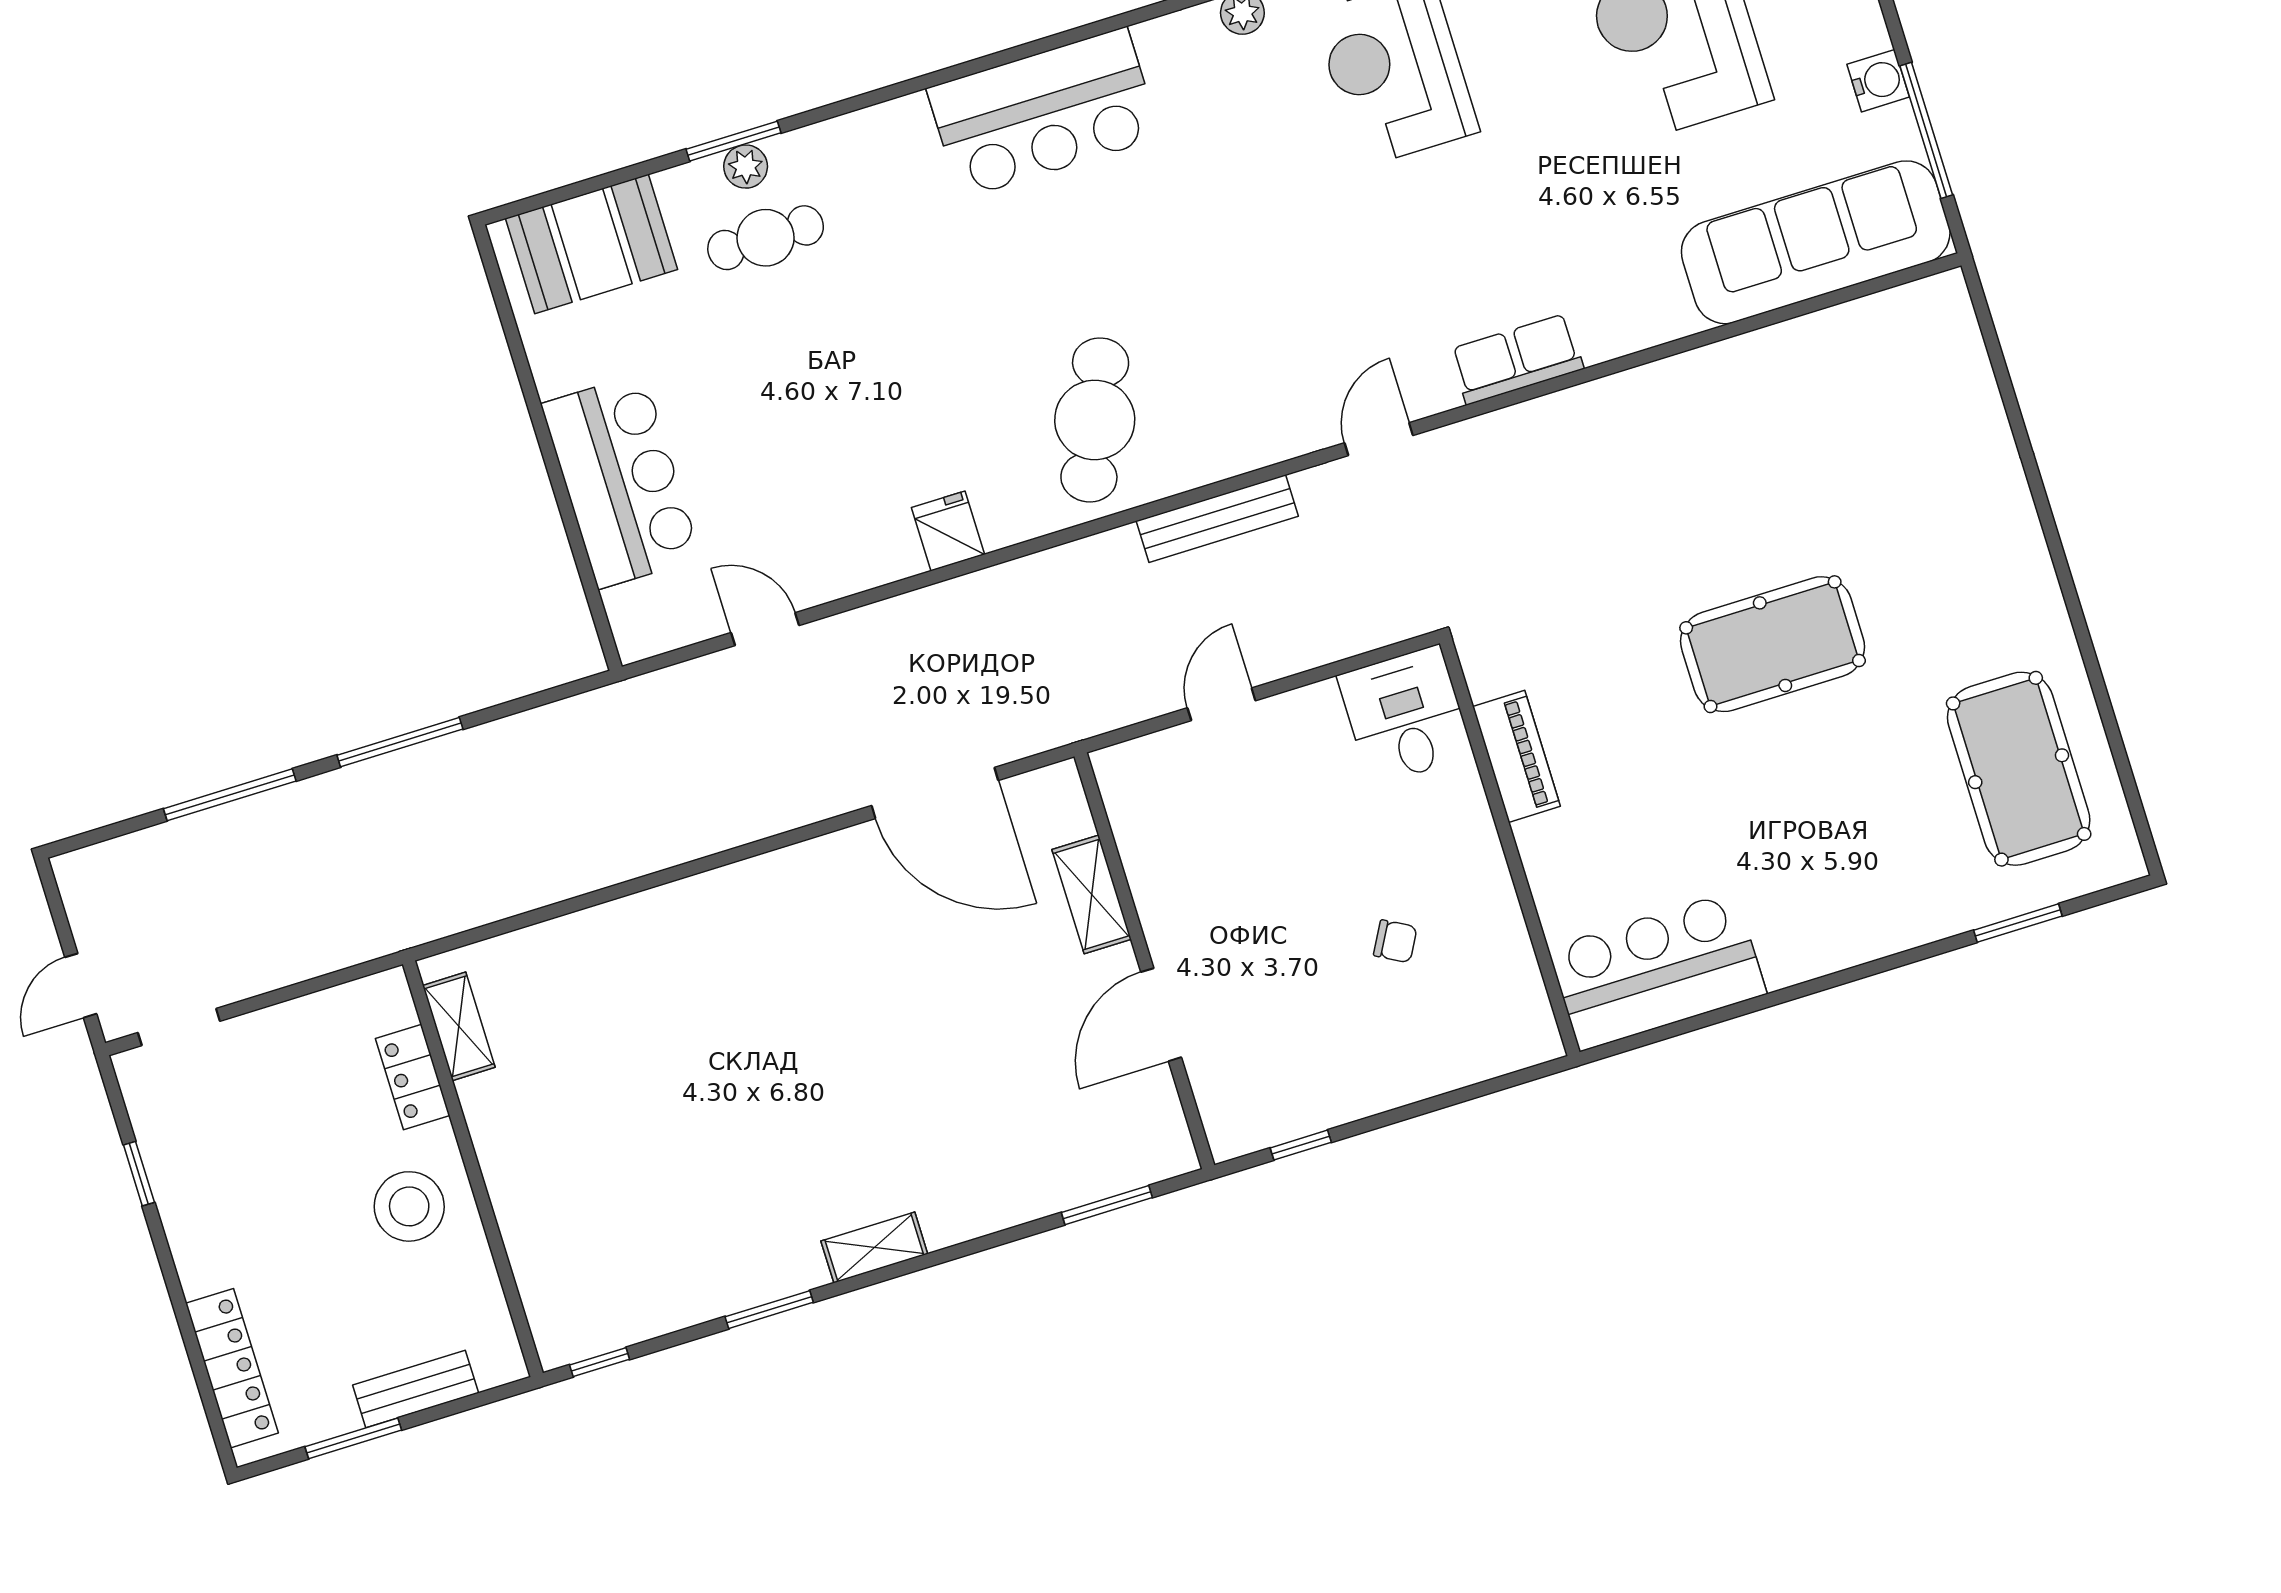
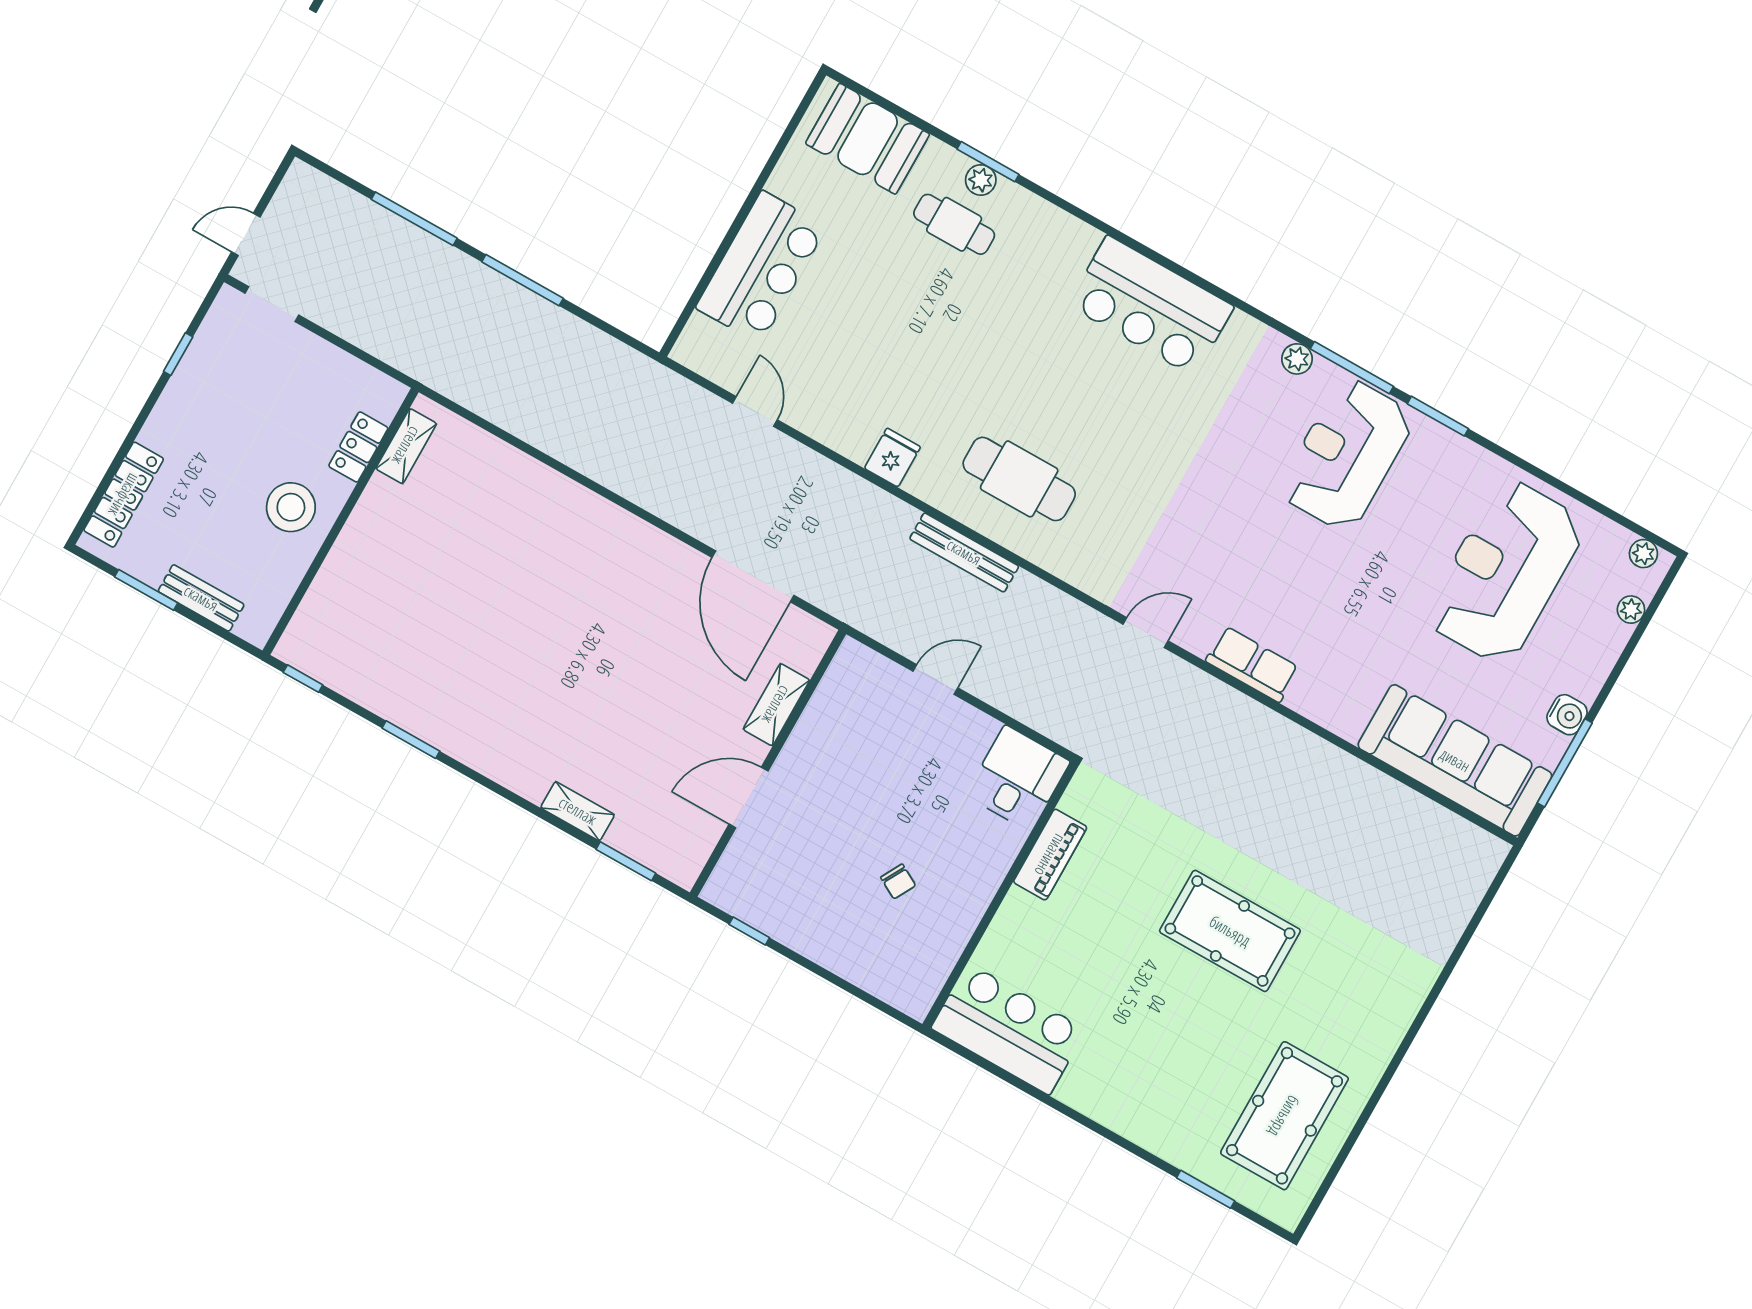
cafe table: (1095, 420) -> (1019, 479), turned 67
bench: (1217, 519) -> (964, 552), moved
shelving: (874, 1247) -> (578, 811), moved

